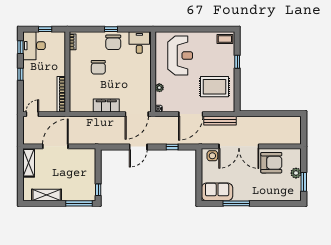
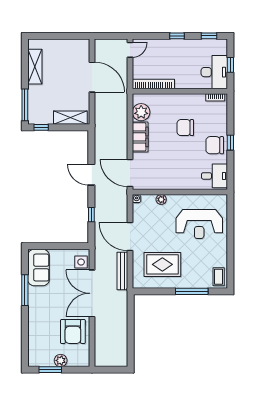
desk: (34, 46) -> (214, 72), moved, turned 90
window: (237, 62) -> (192, 291), width x2.17
rug: (214, 87) -> (162, 264), turned 90
plant: (85, 105) -> (141, 112), added
door: (32, 114) -> (130, 50), hinge flipped
shelving: (29, 163) -> (70, 118), moved

